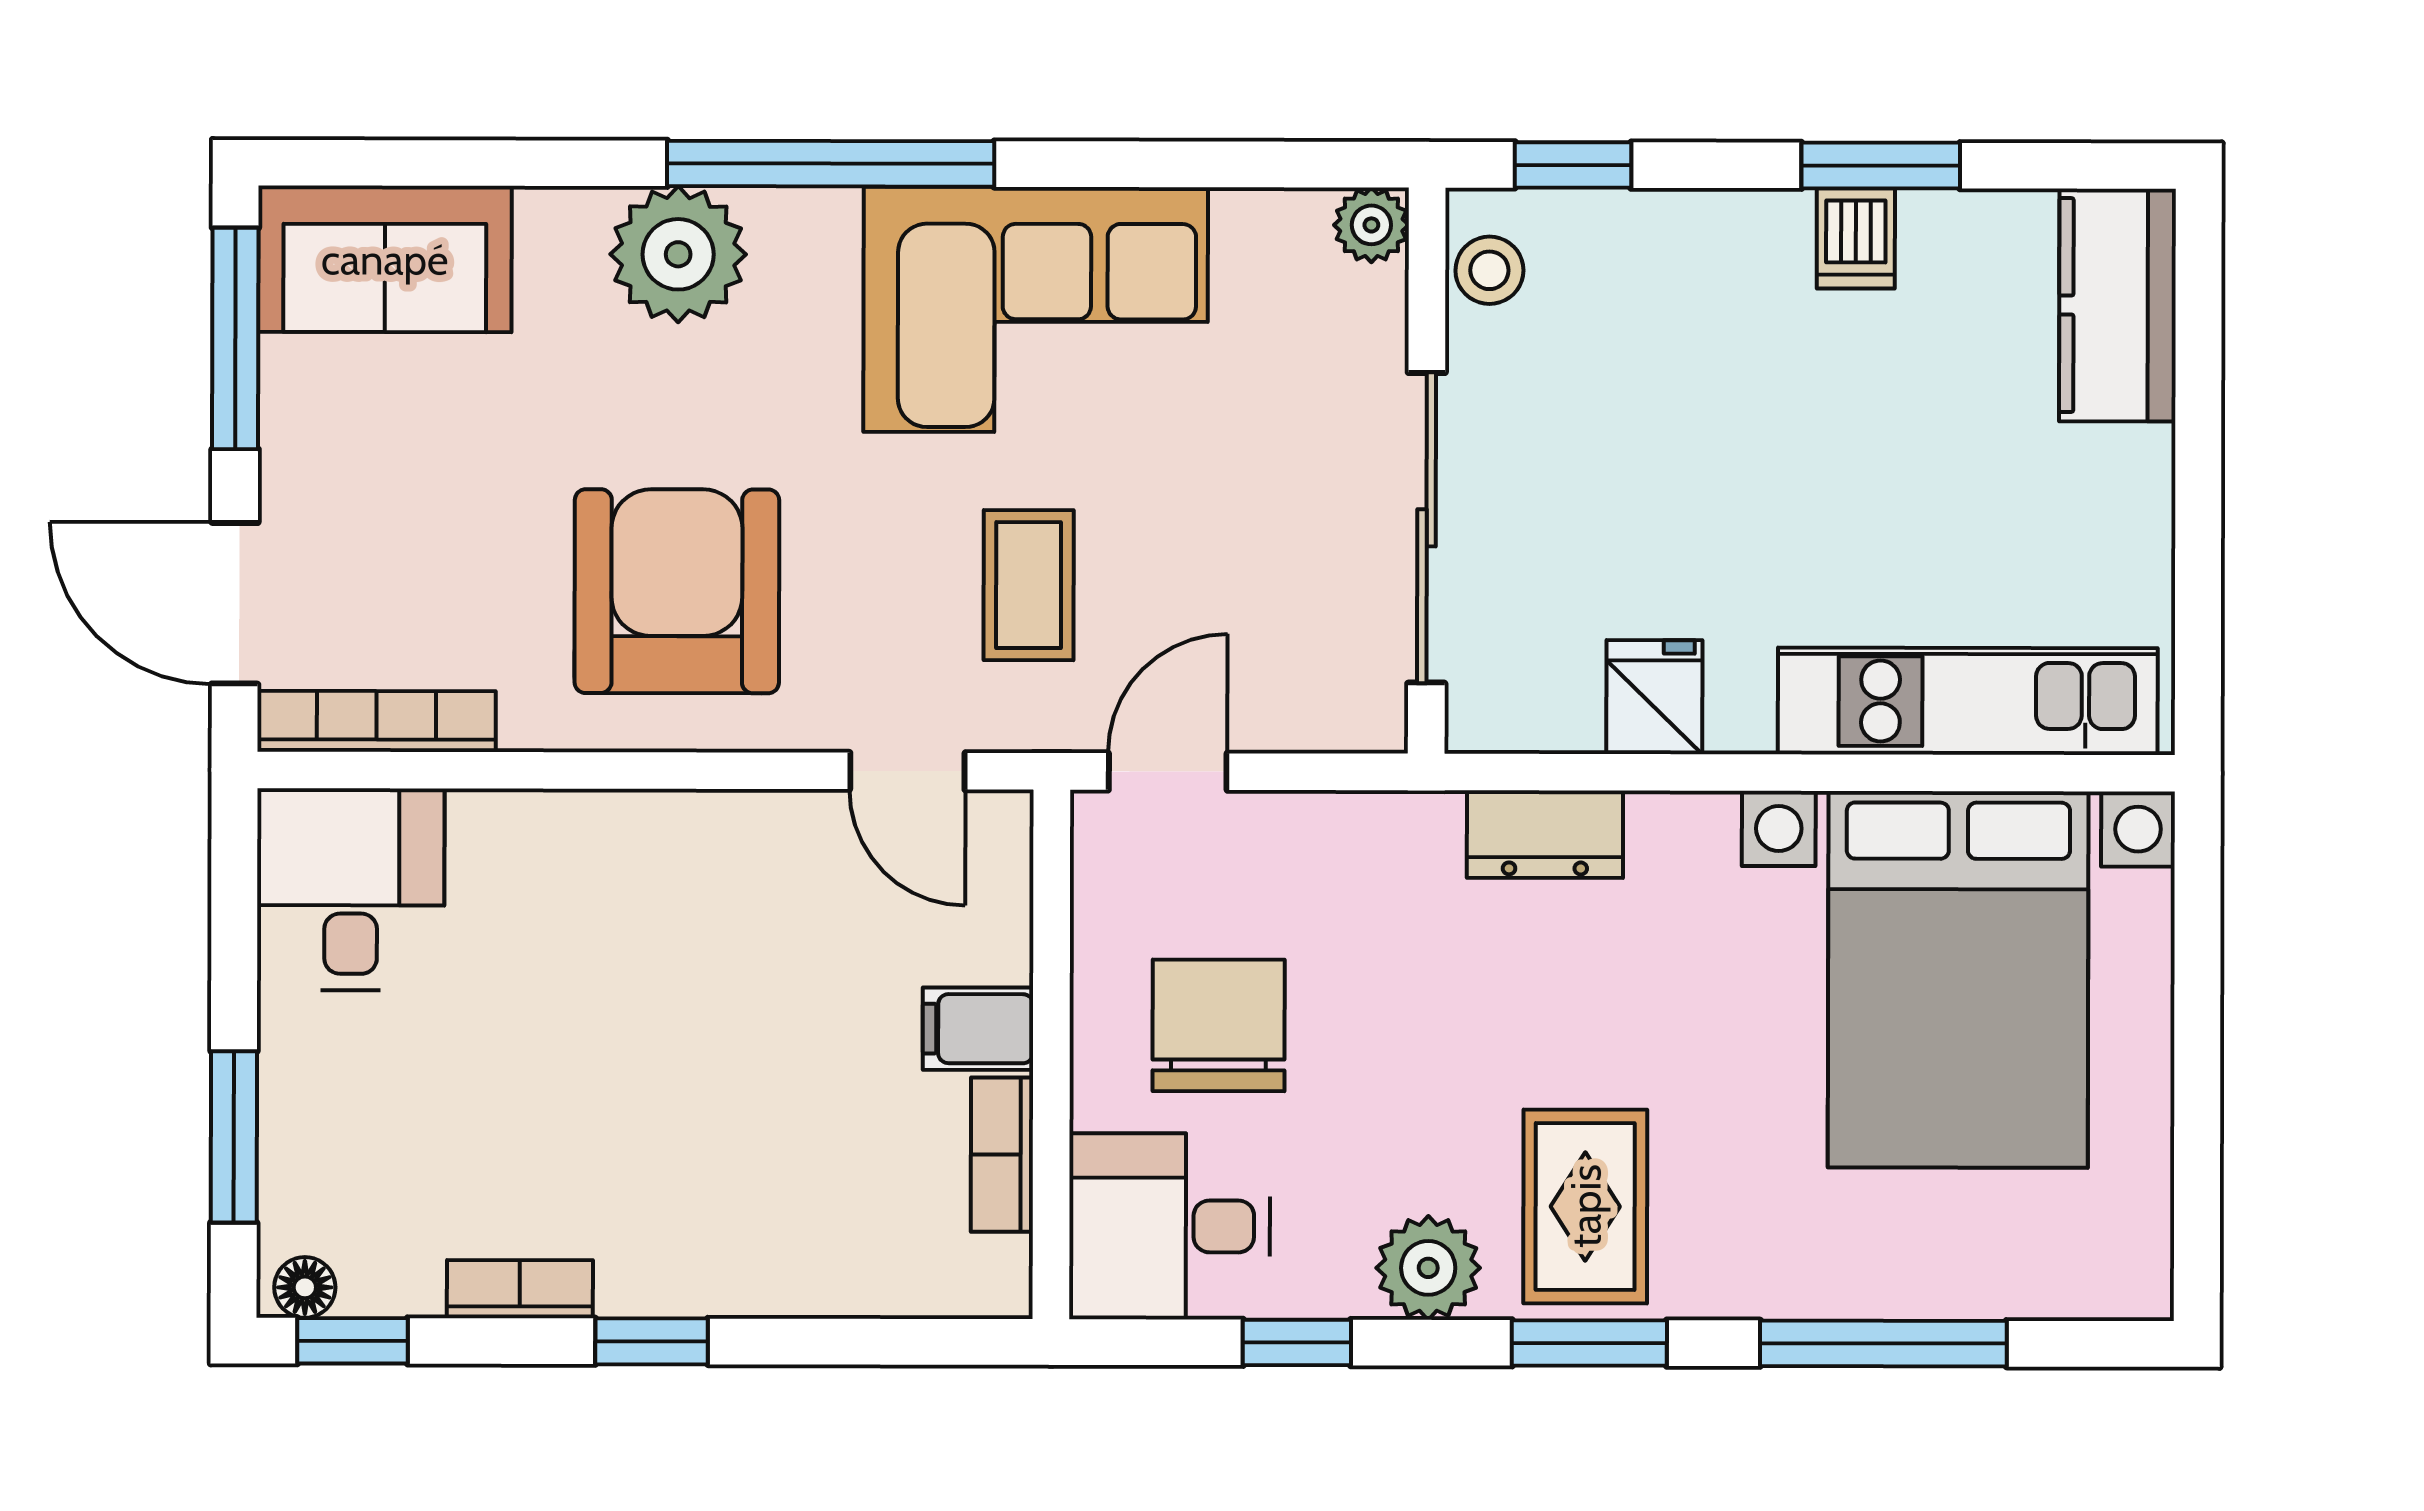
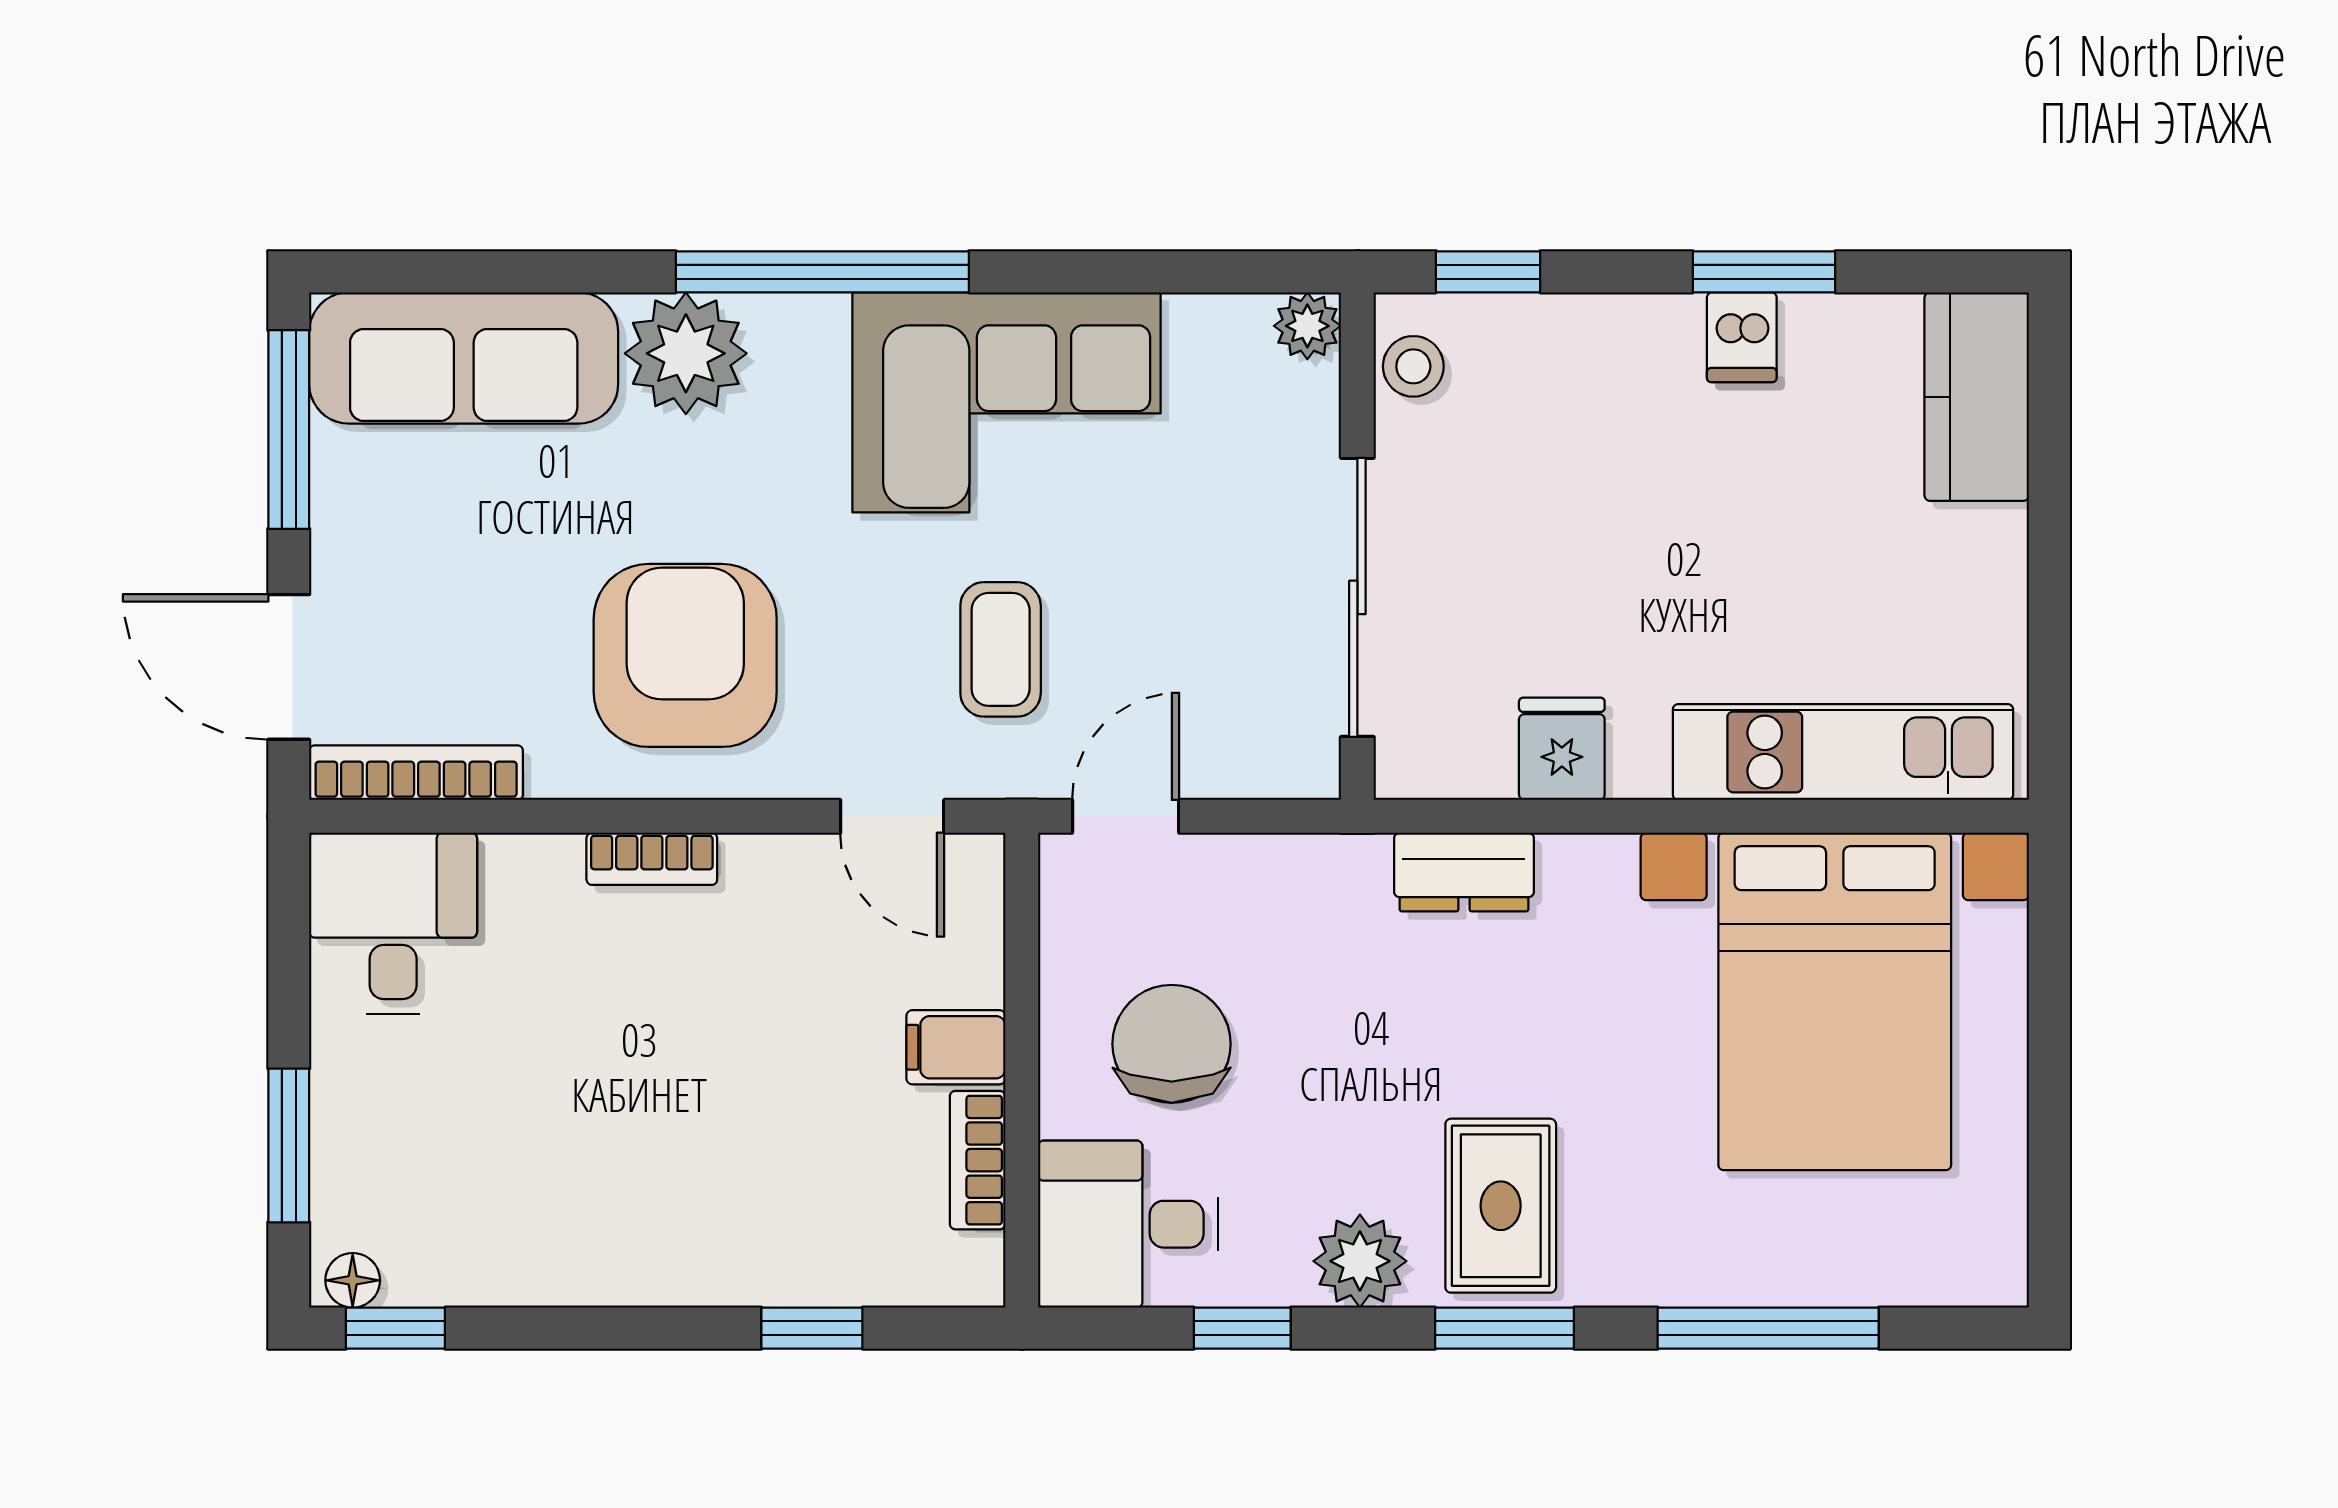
sofa: (385, 259) -> (464, 358), width x1.36
bookcase: (520, 1289) -> (652, 859), moved, turned 180
window: (652, 1341) -> (812, 1328), moved

